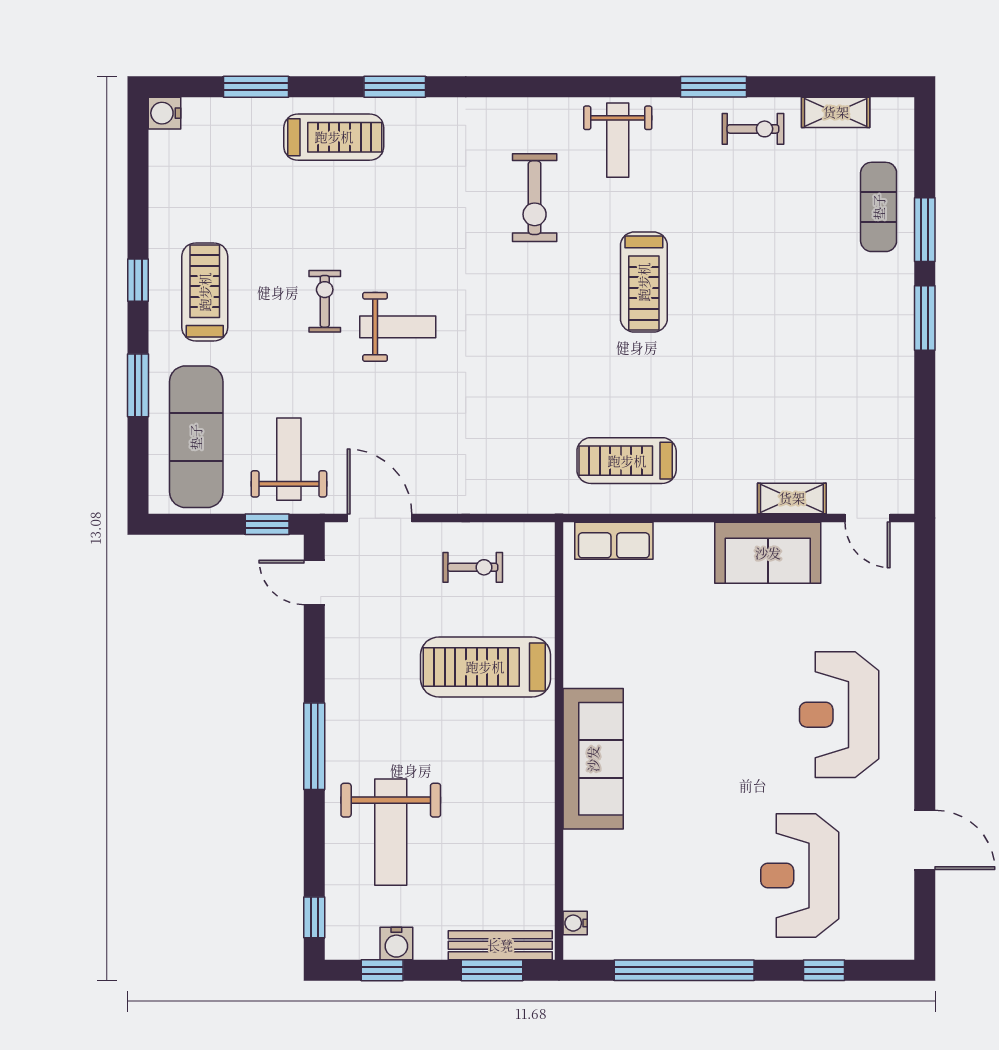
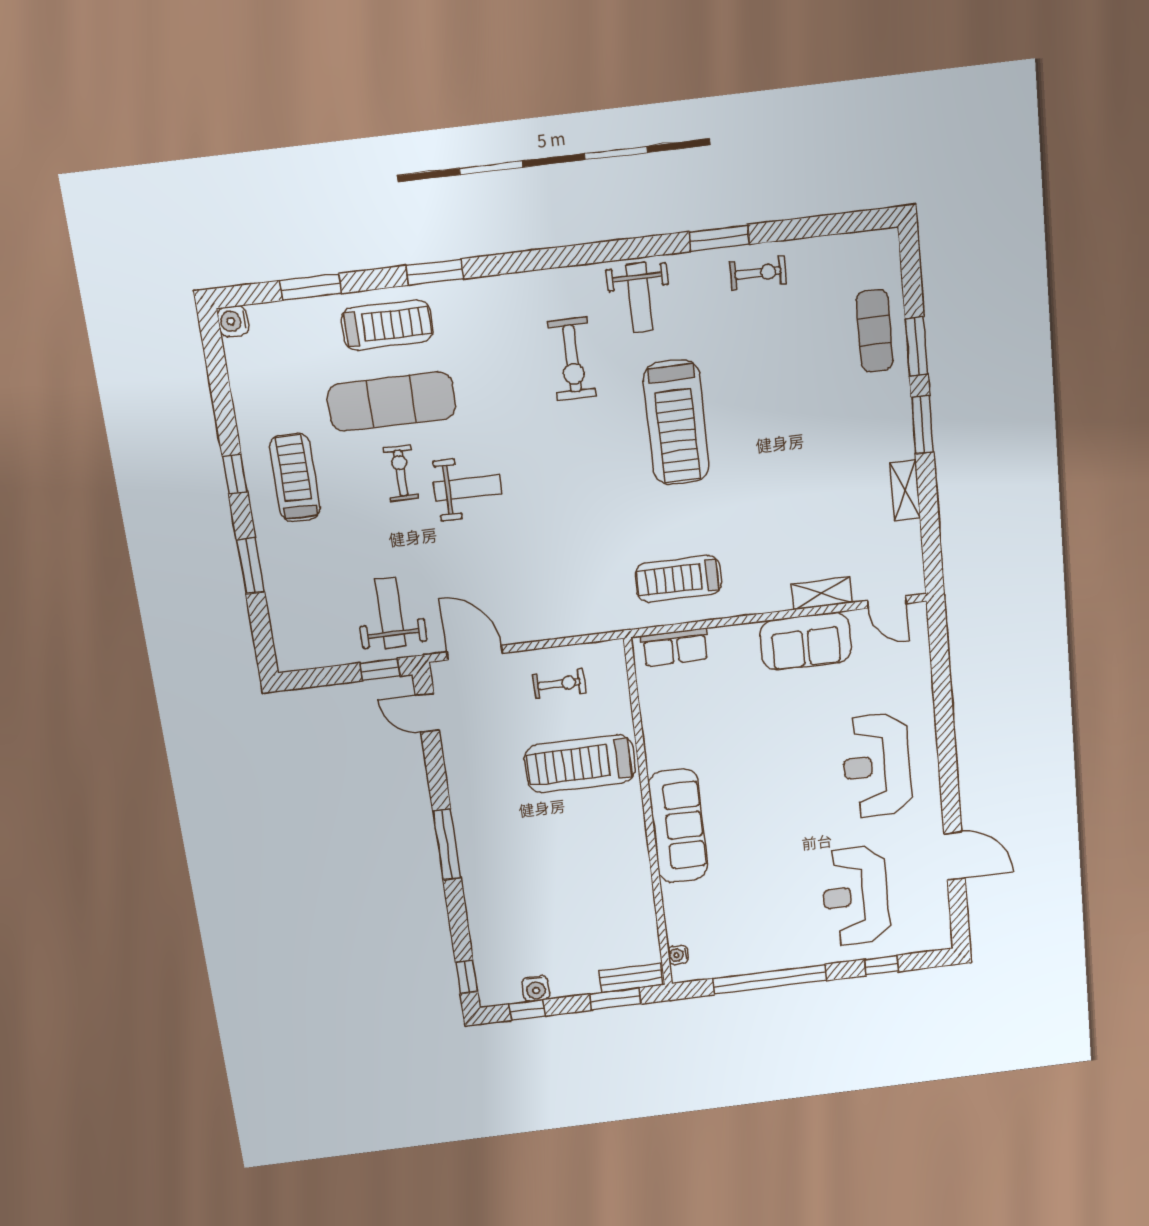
shelving: (836, 112) -> (905, 490), moved, turned 90
treadmill: (644, 282) -> (676, 422), width x1.37, depth x1.38
exercise mat: (196, 437) -> (391, 402), moved, turned 90
weight bench: (391, 832) -> (519, 904), removed
bench: (500, 945) -> (631, 978), width x0.73

